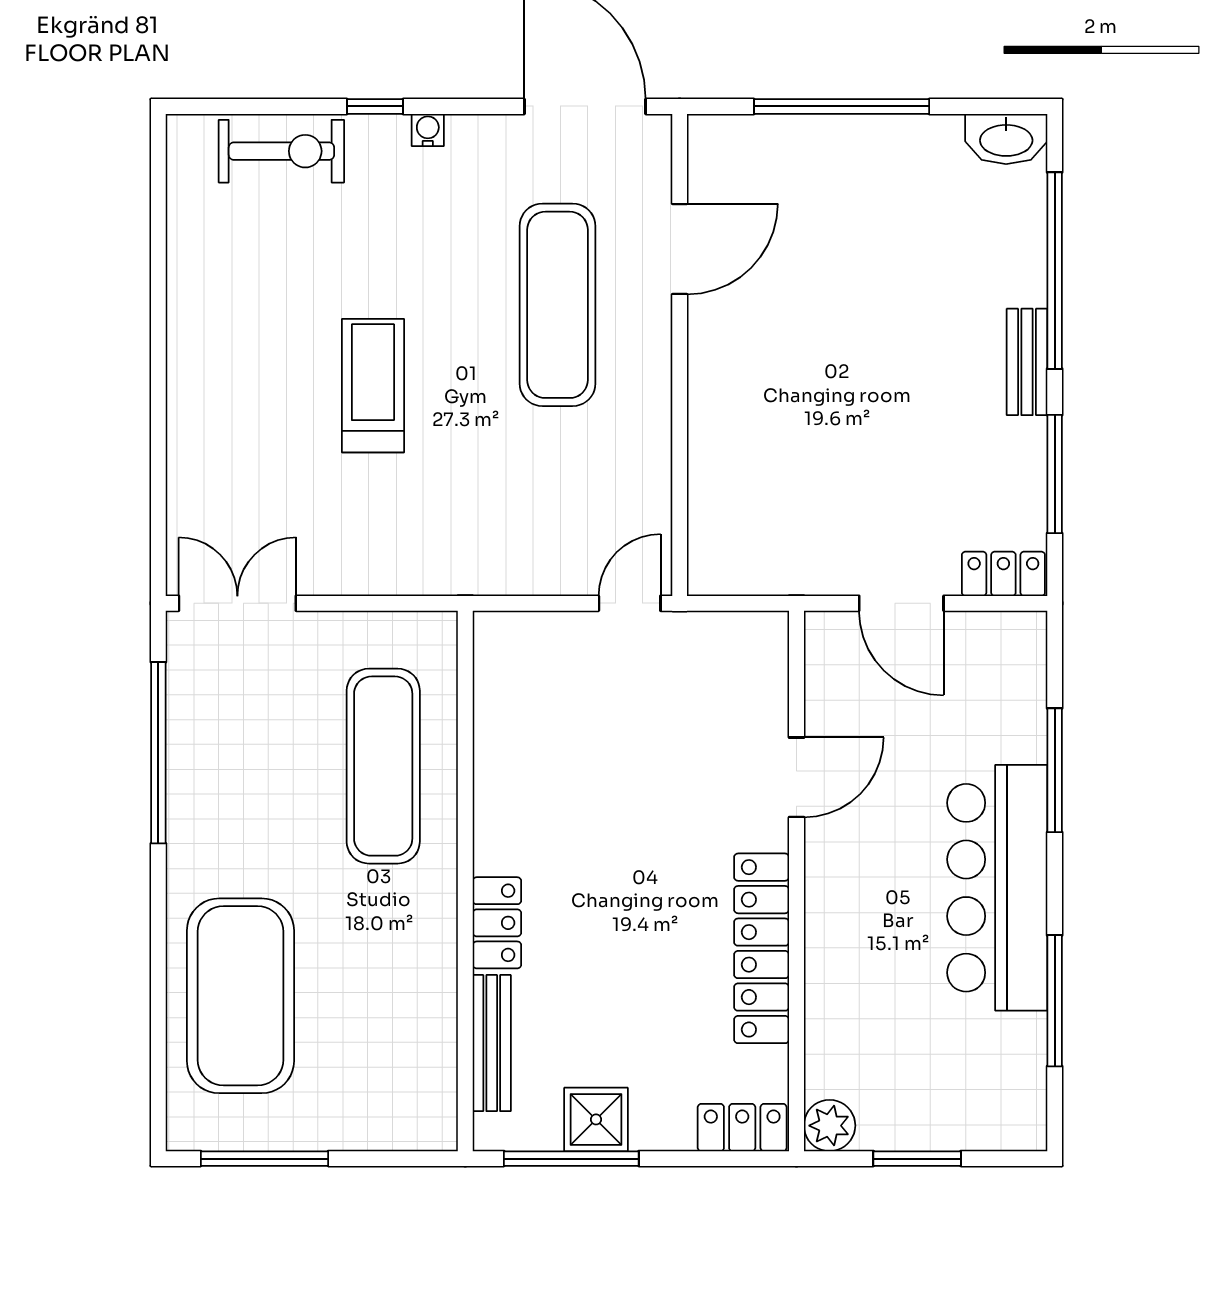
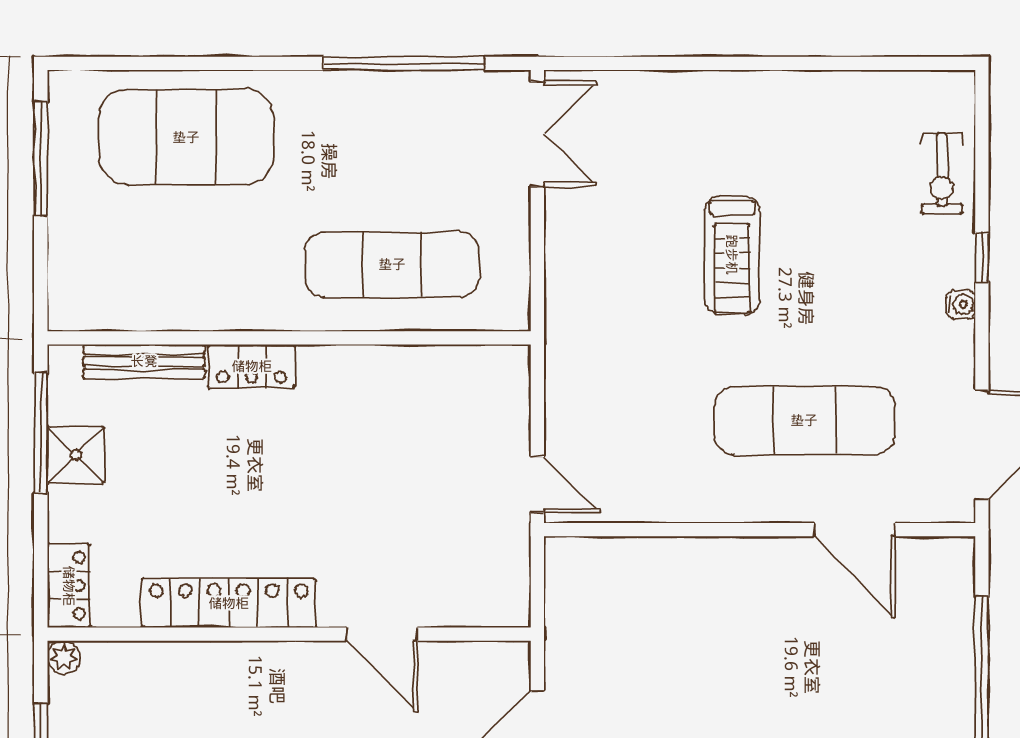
exercise bike: (281, 151) -> (942, 173), width x0.73, depth x0.72
treadmill: (373, 386) -> (732, 255), turned 90
plant: (830, 1126) -> (64, 657), width x0.73, depth x0.73

